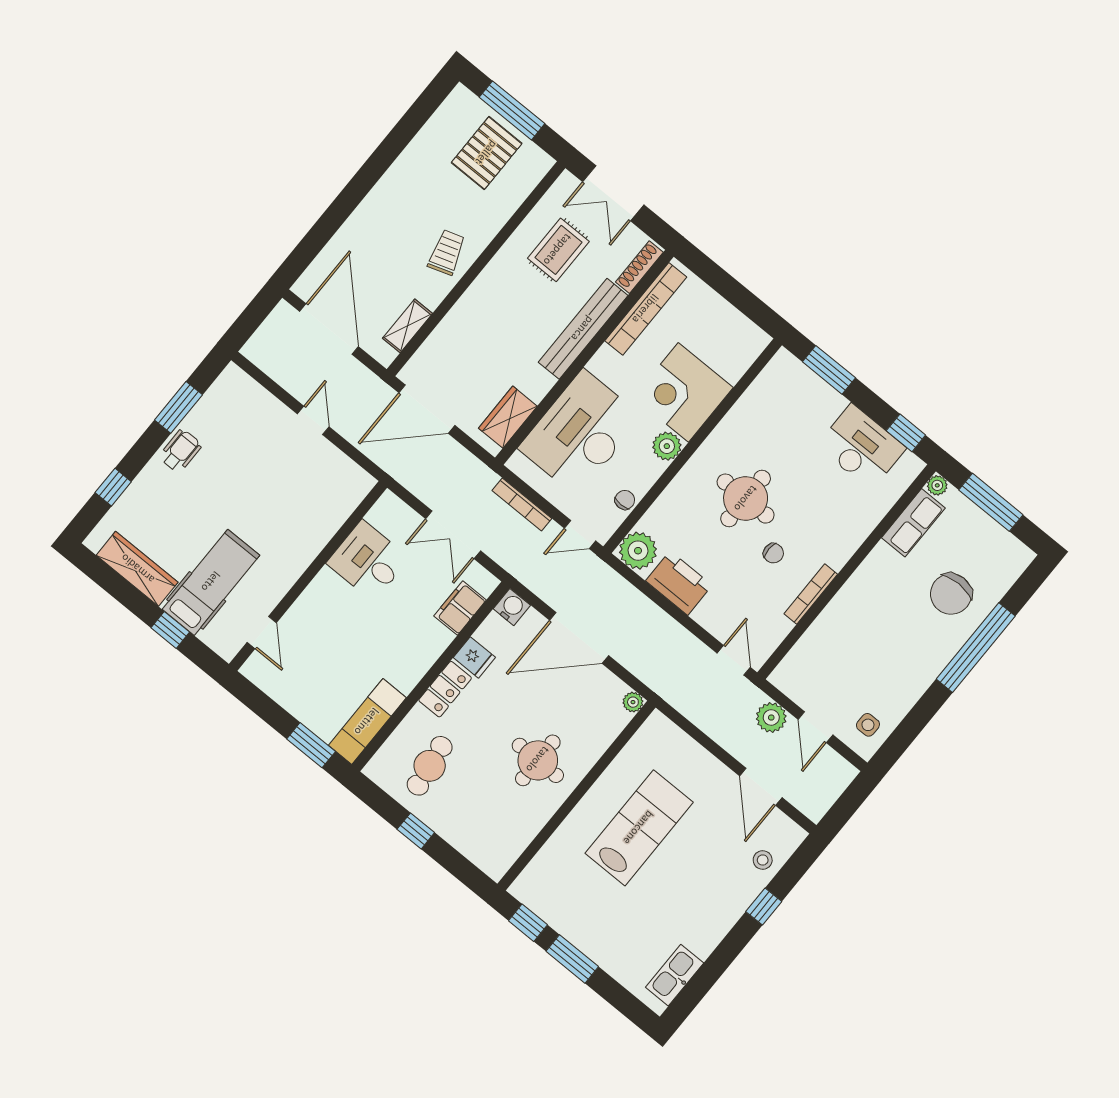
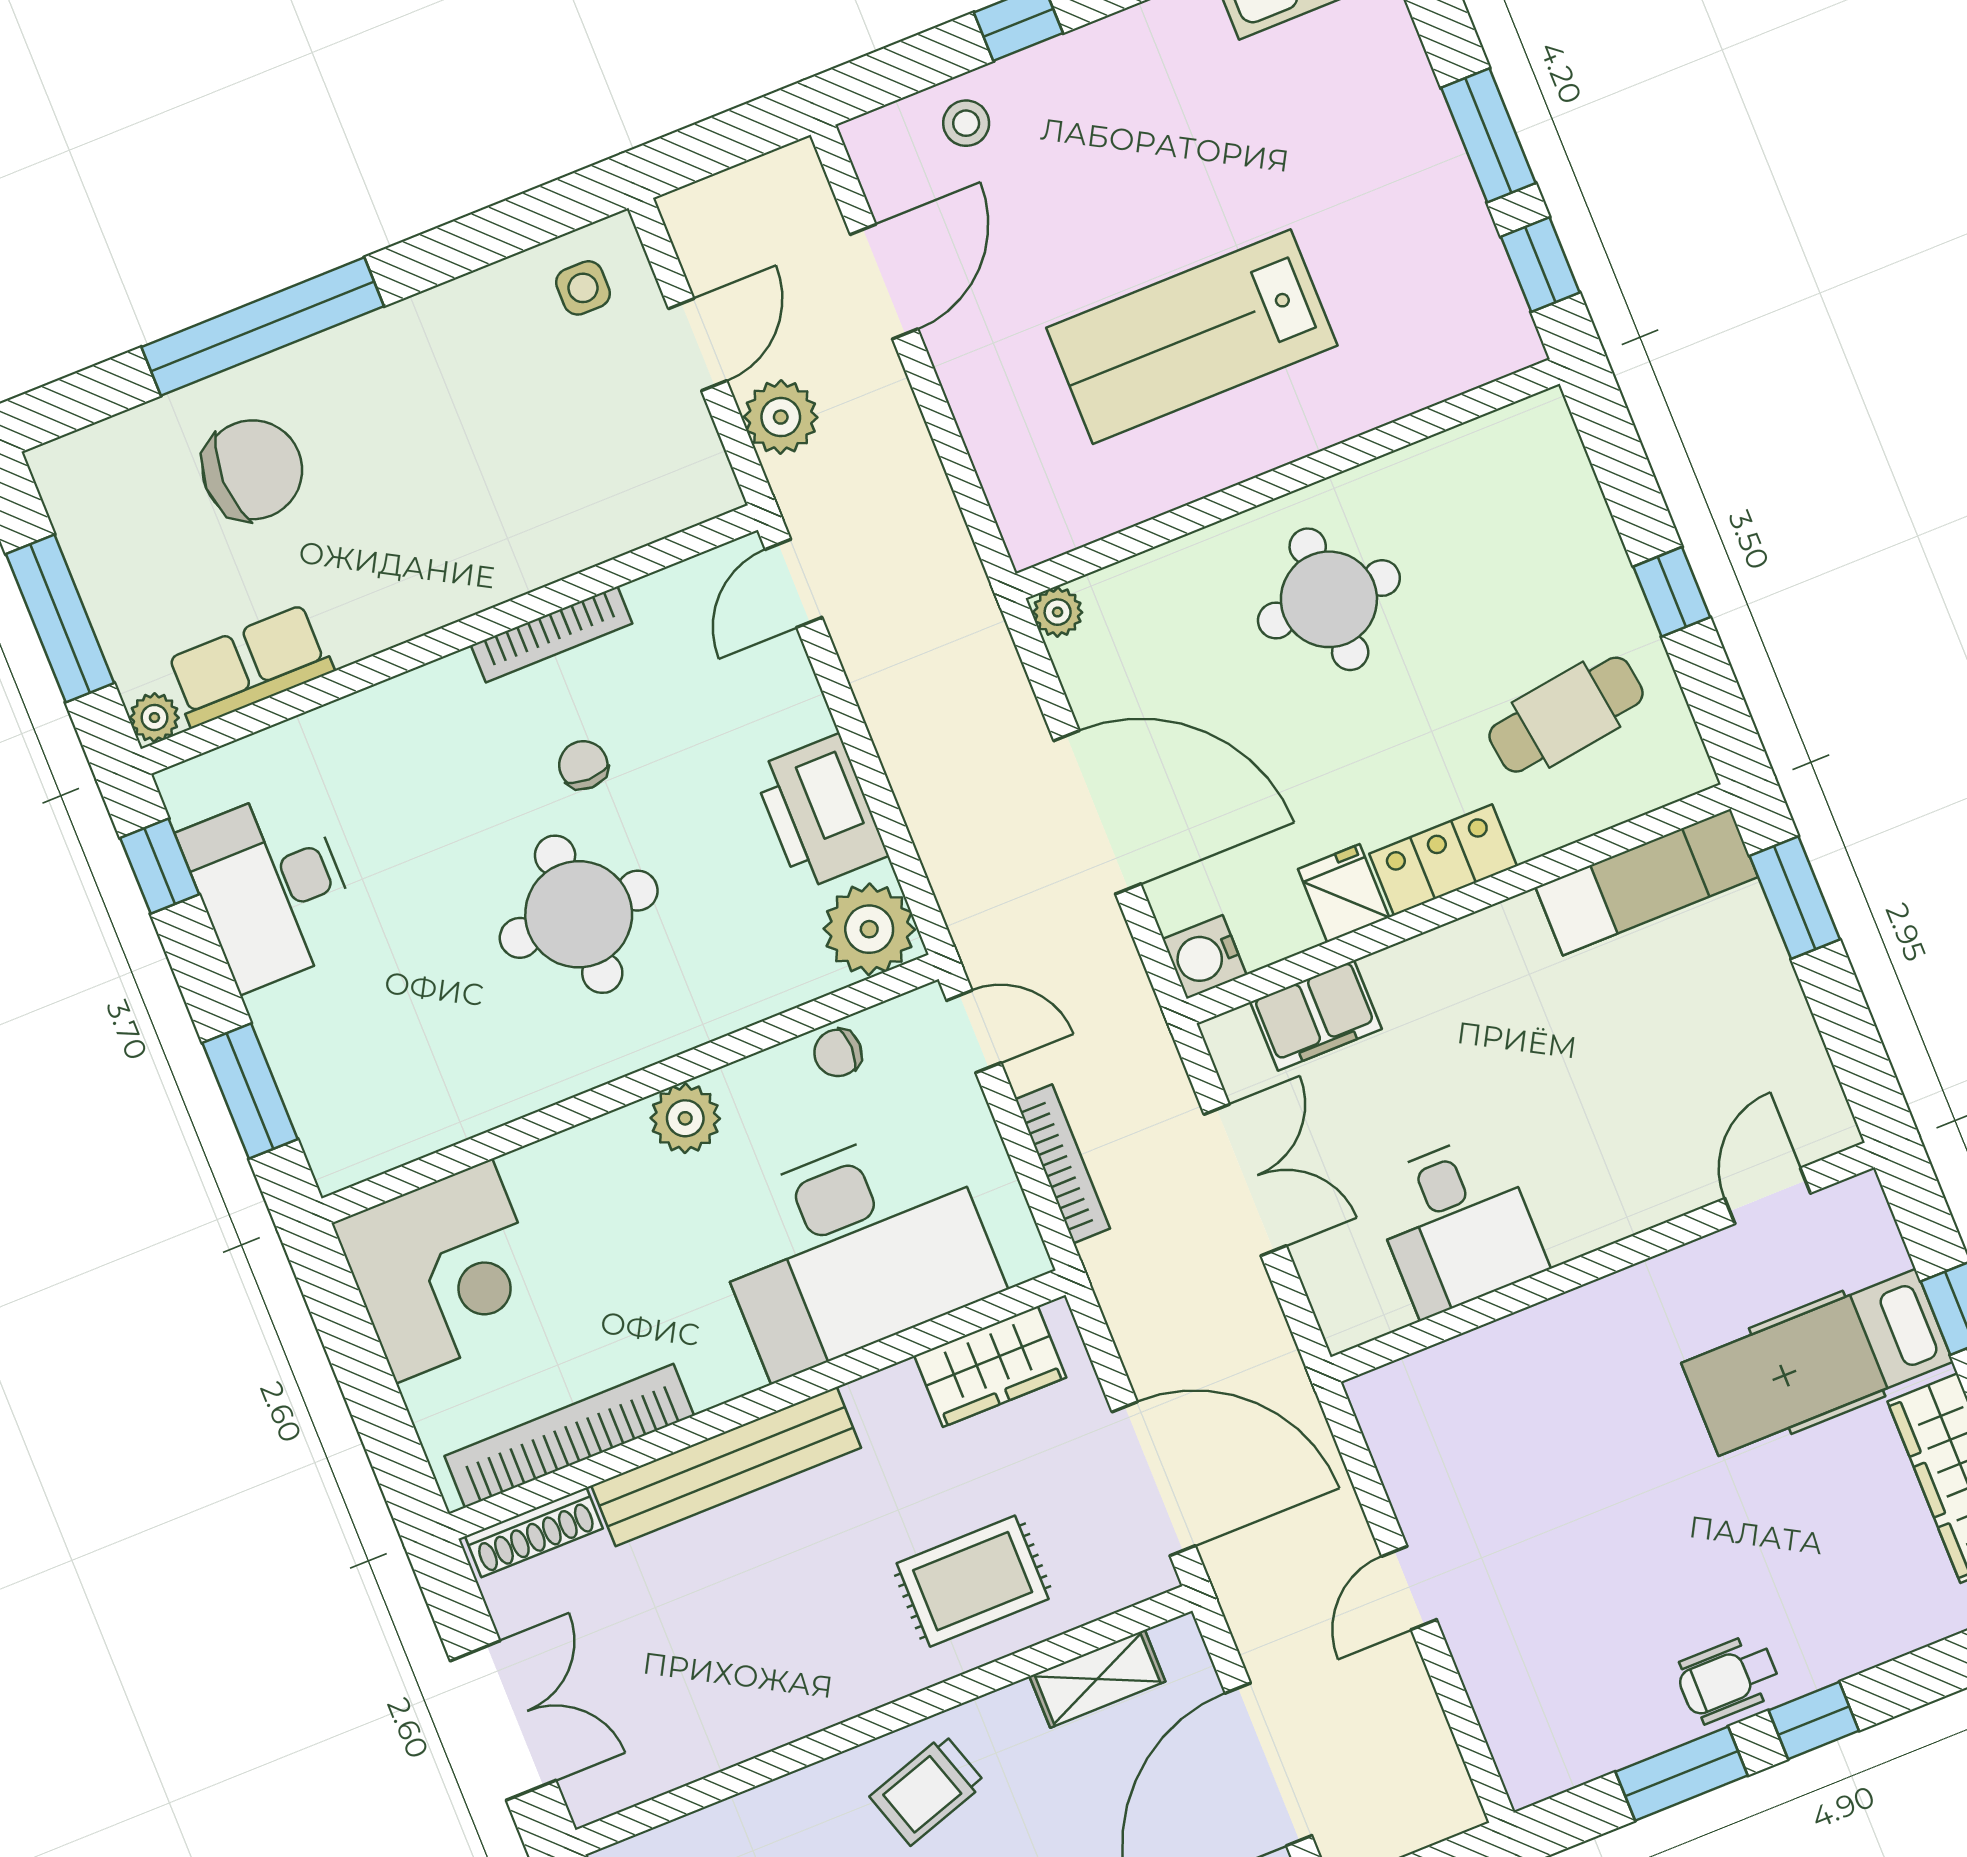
rug: (558, 250) -> (973, 1581), moved
corner desk: (683, 392) -> (444, 1271), moved
window: (113, 487) -> (1814, 1721), moved

